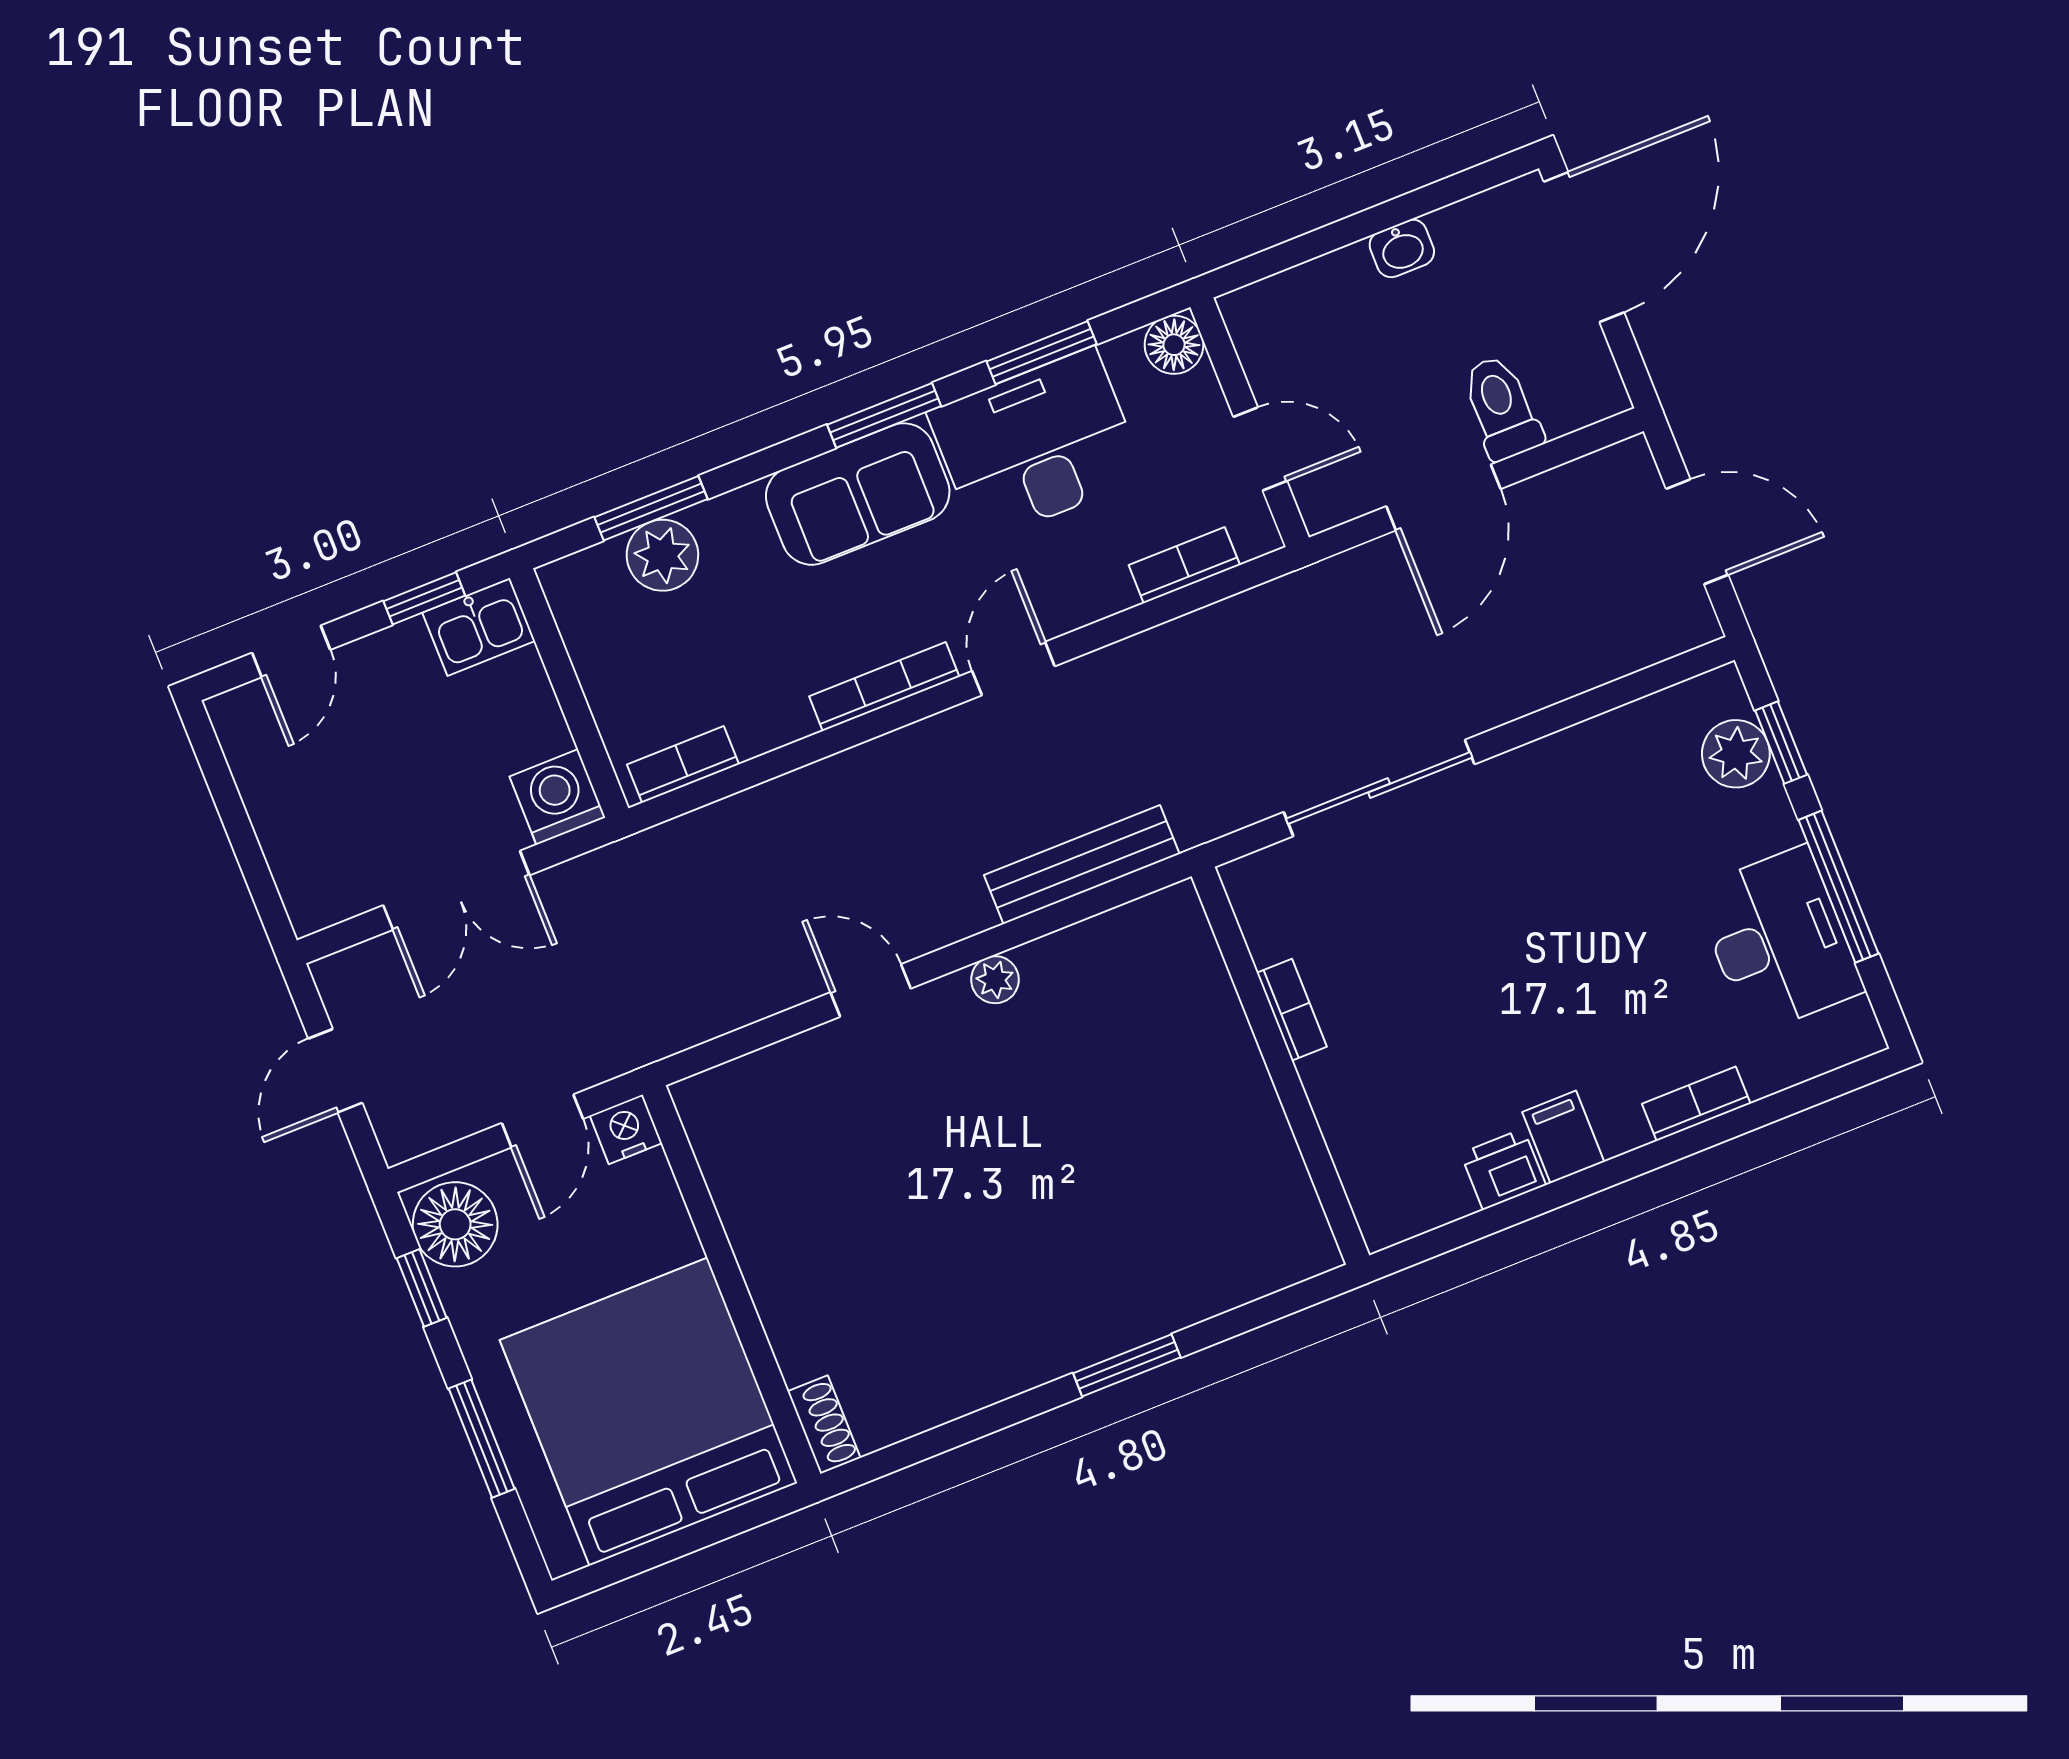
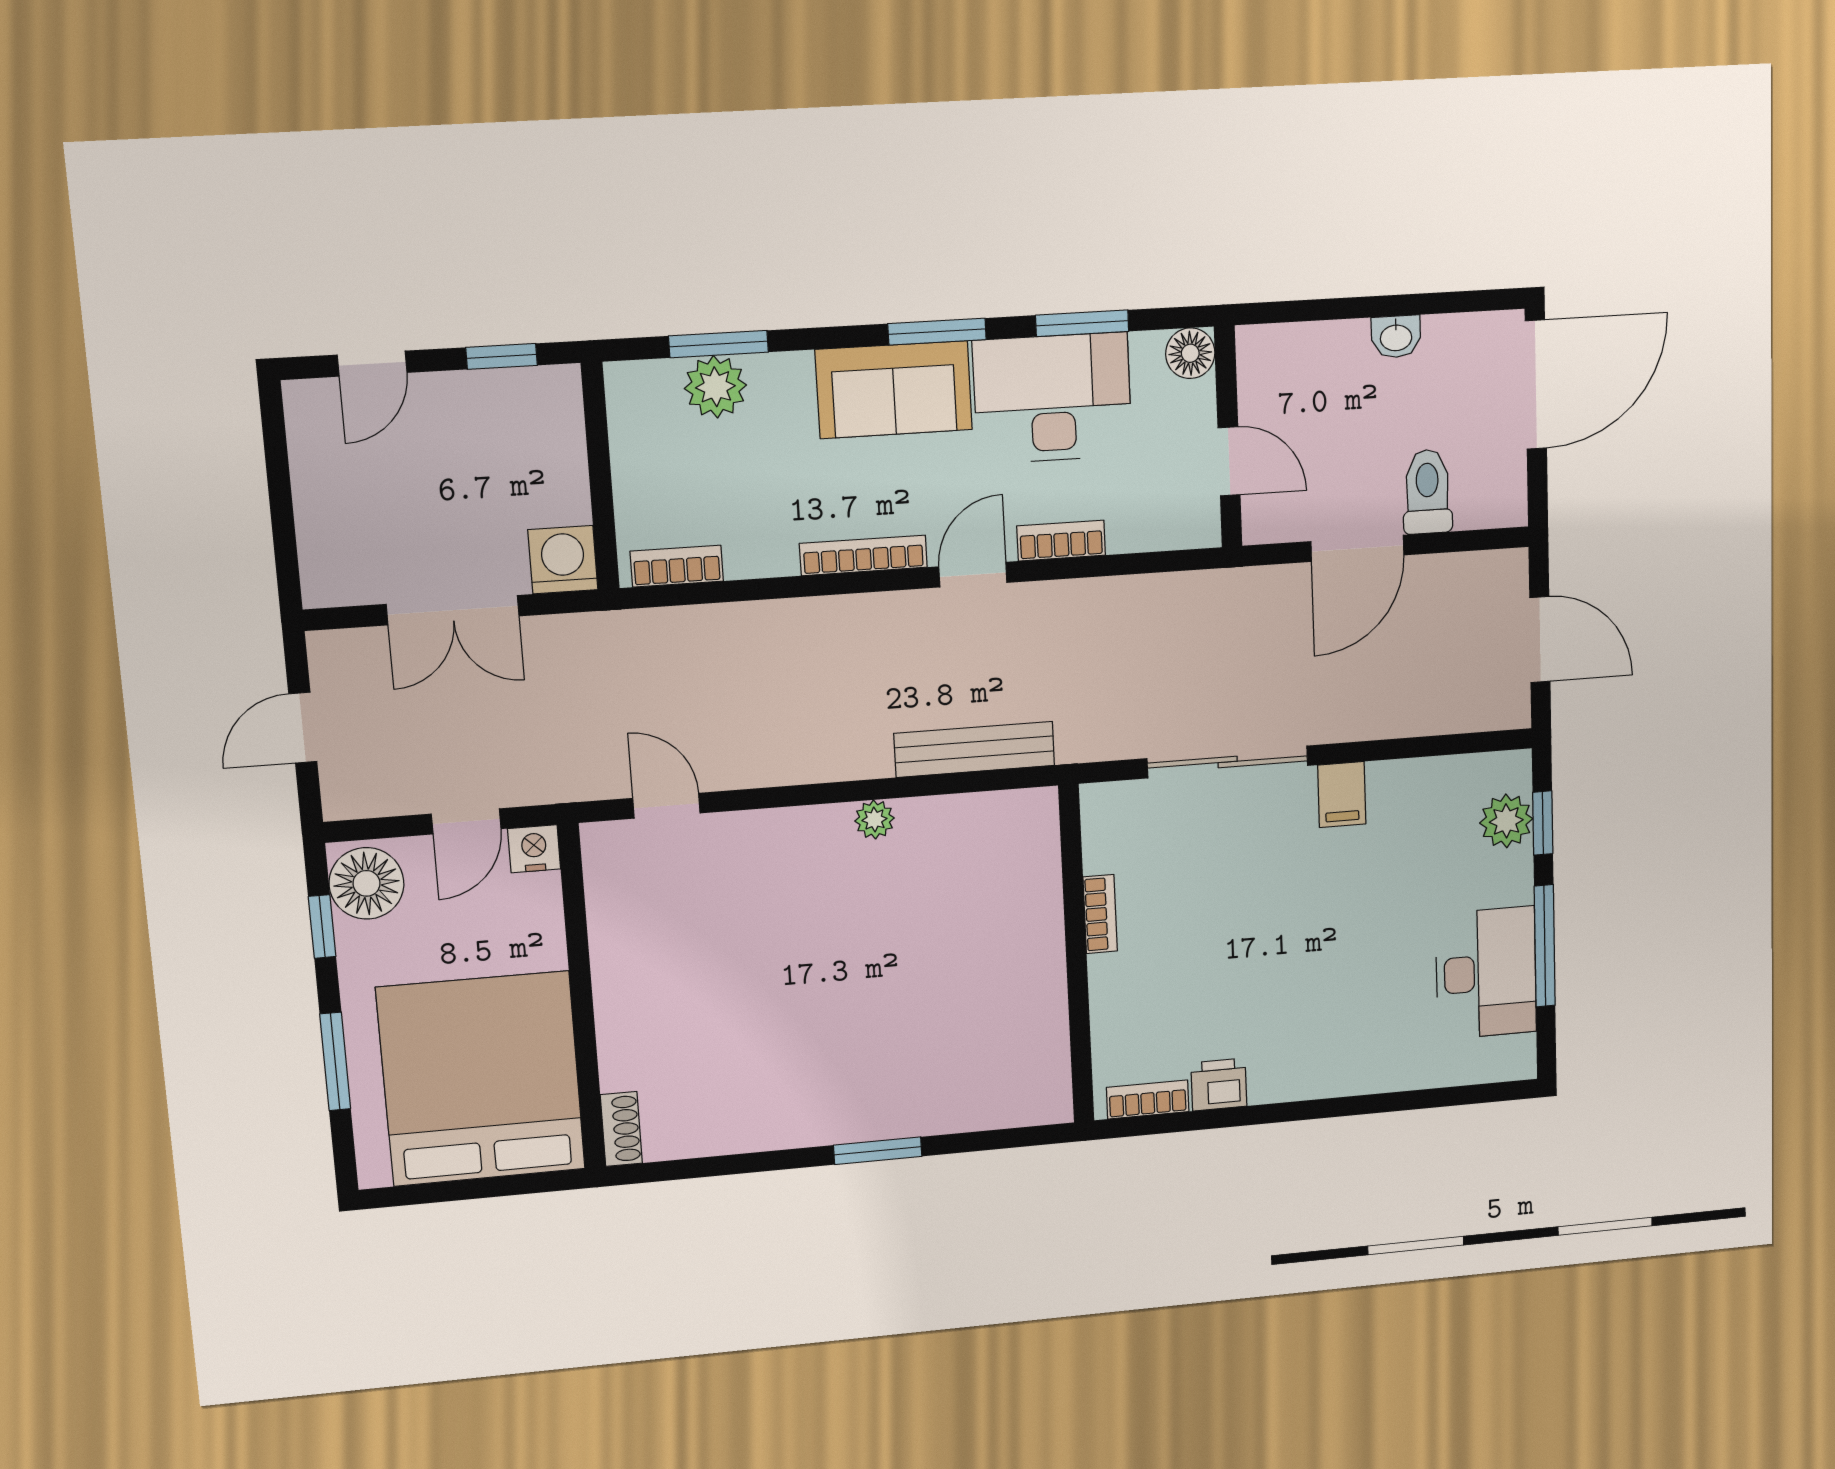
bookcase: (1184, 565) -> (1061, 541), moved
kitchen sink: (479, 627) -> (541, 396), removed
door: (871, 990) -> (666, 806), moved
bookcase: (1696, 1104) -> (1148, 1099), moved
filing cabinet: (1563, 1137) -> (1342, 794), moved, turned 180

